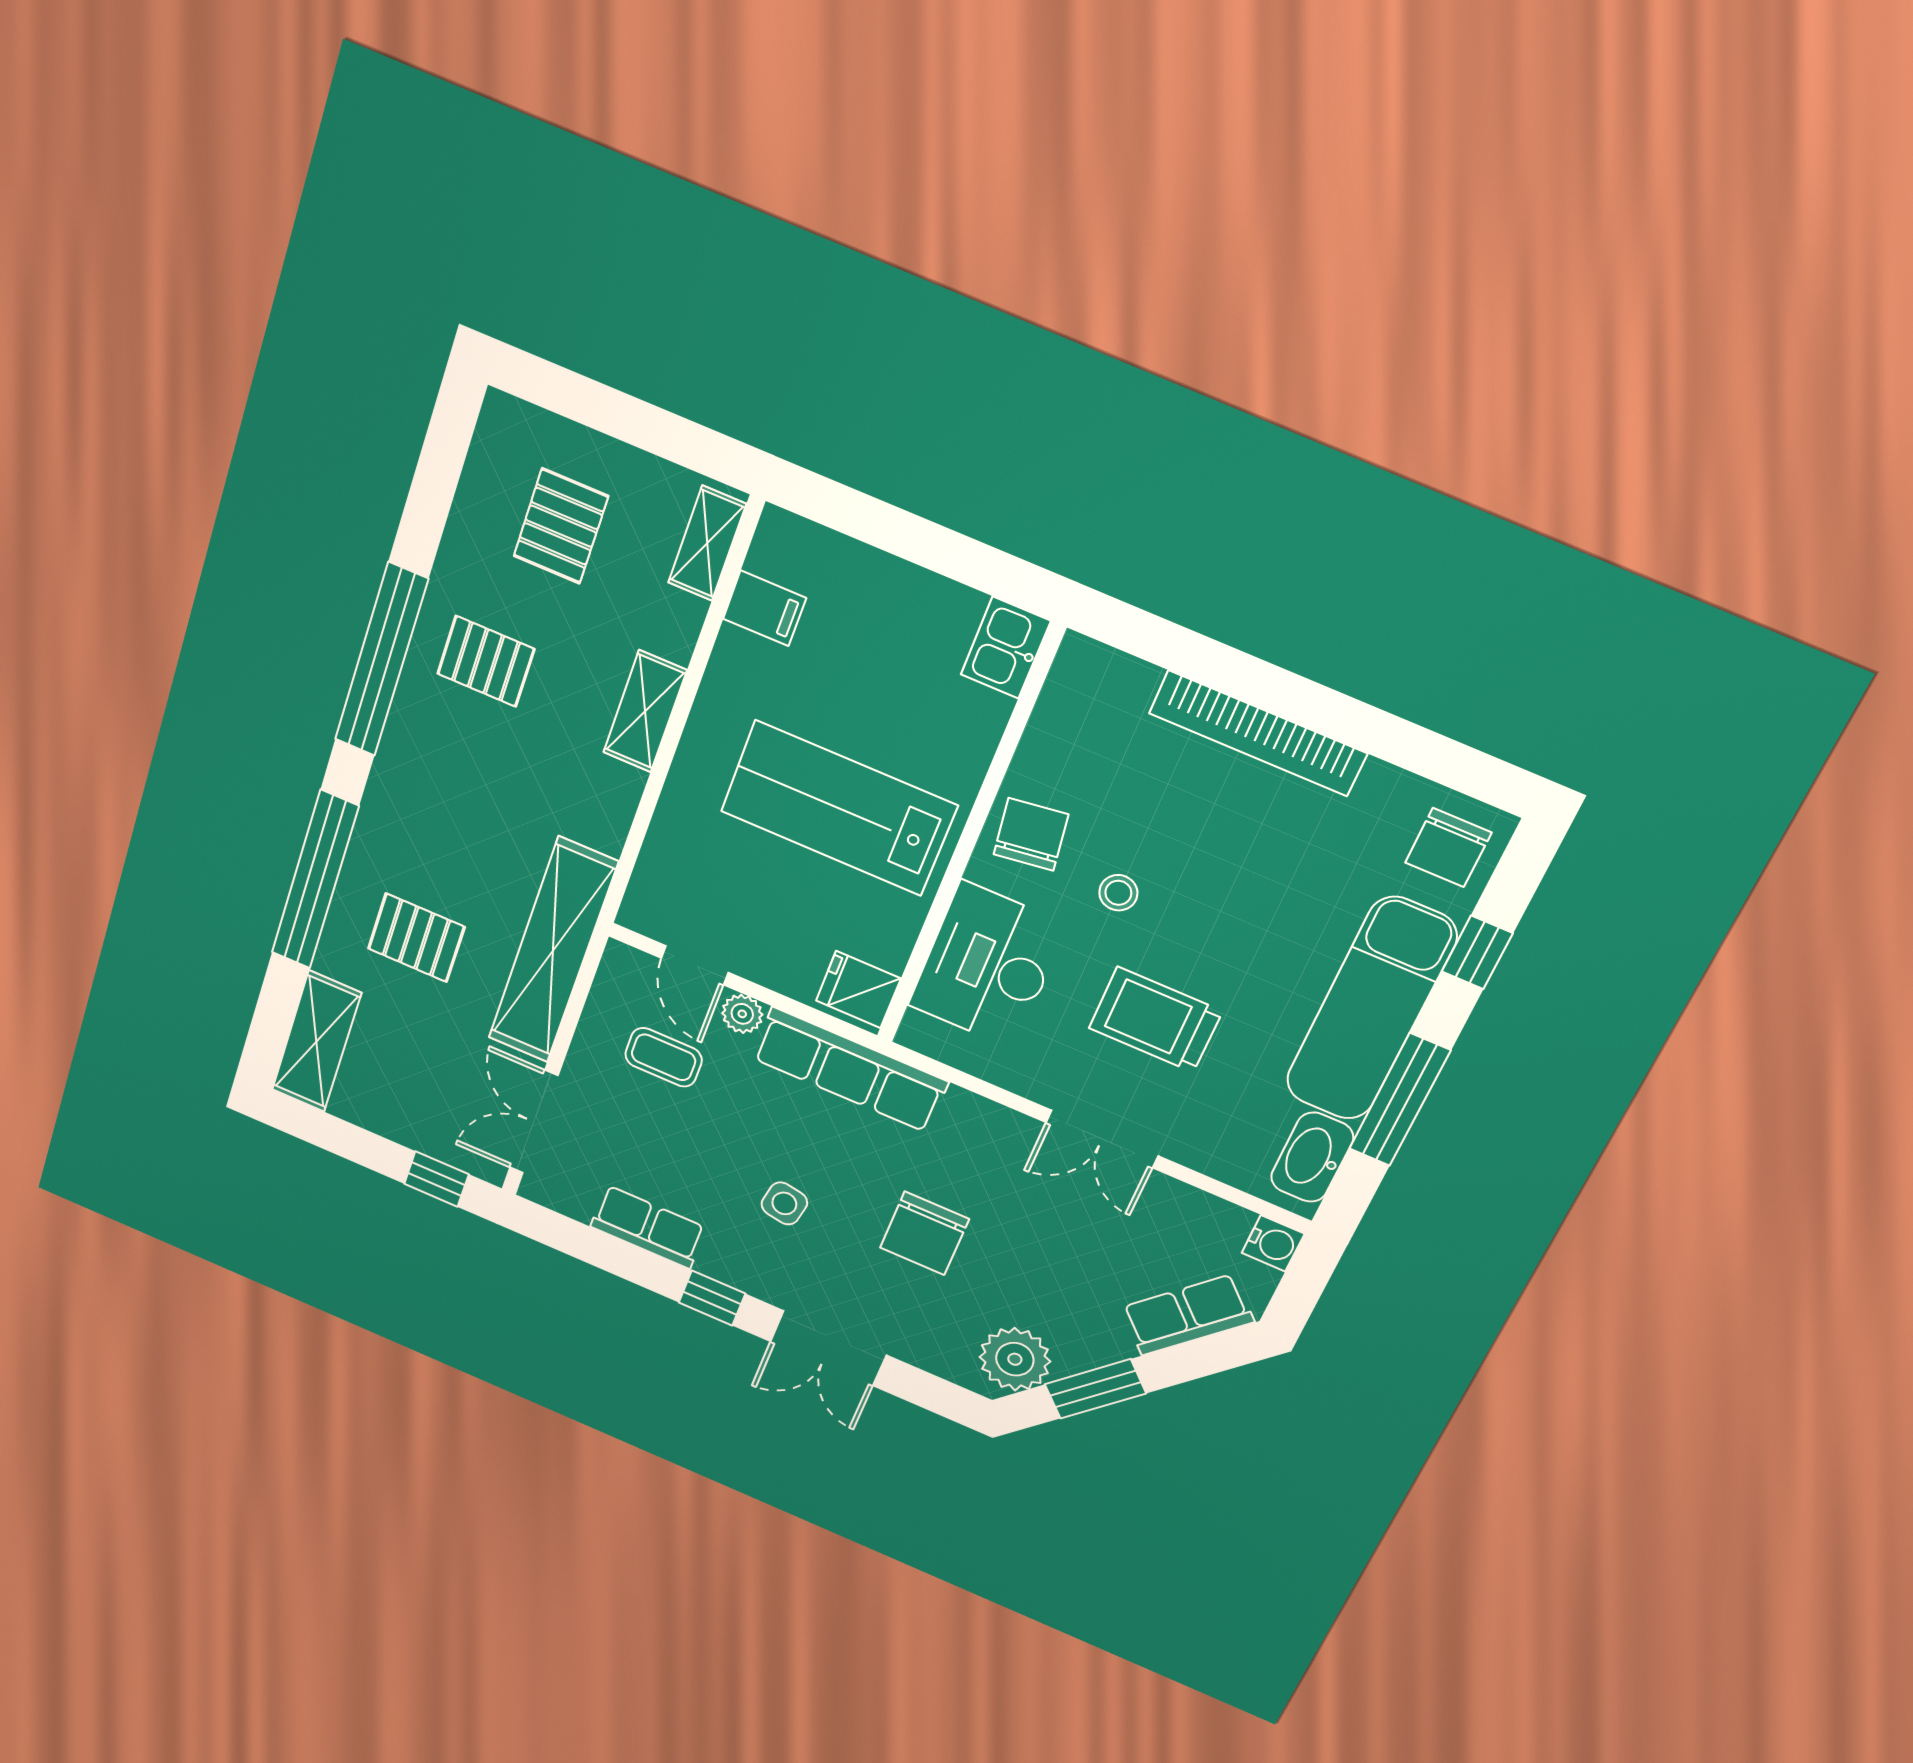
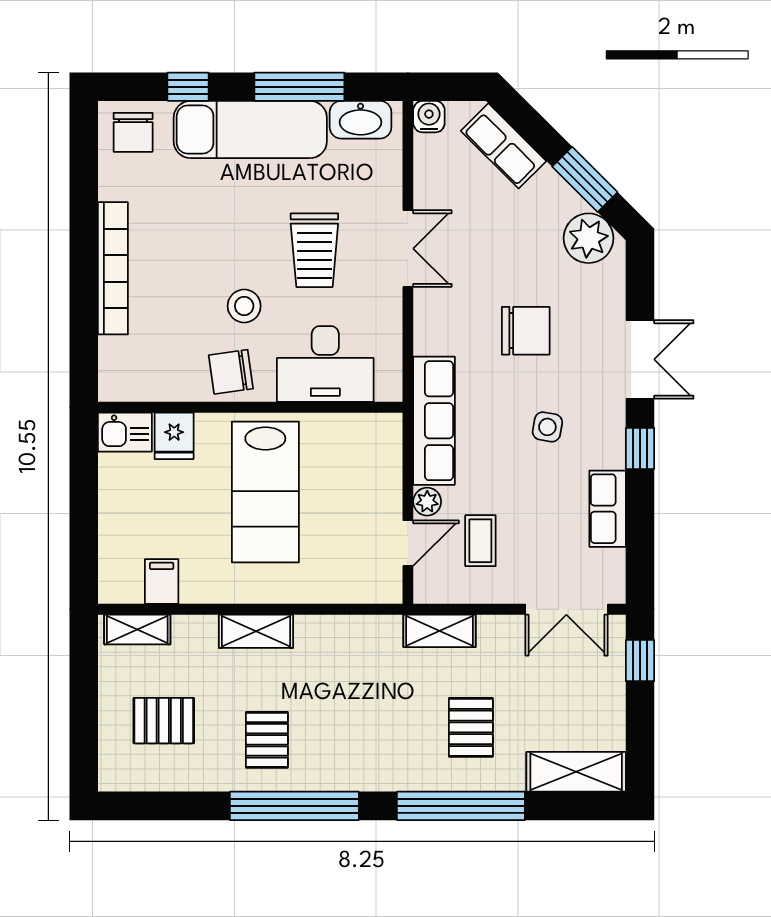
chair: (1448, 848) -> (133, 132), turned 90
stool: (1118, 893) -> (244, 306), width x1.37, depth x1.37
shelving: (553, 951) -> (439, 631), width x0.45, depth x0.75
fridge: (858, 990) -> (174, 436), moved

